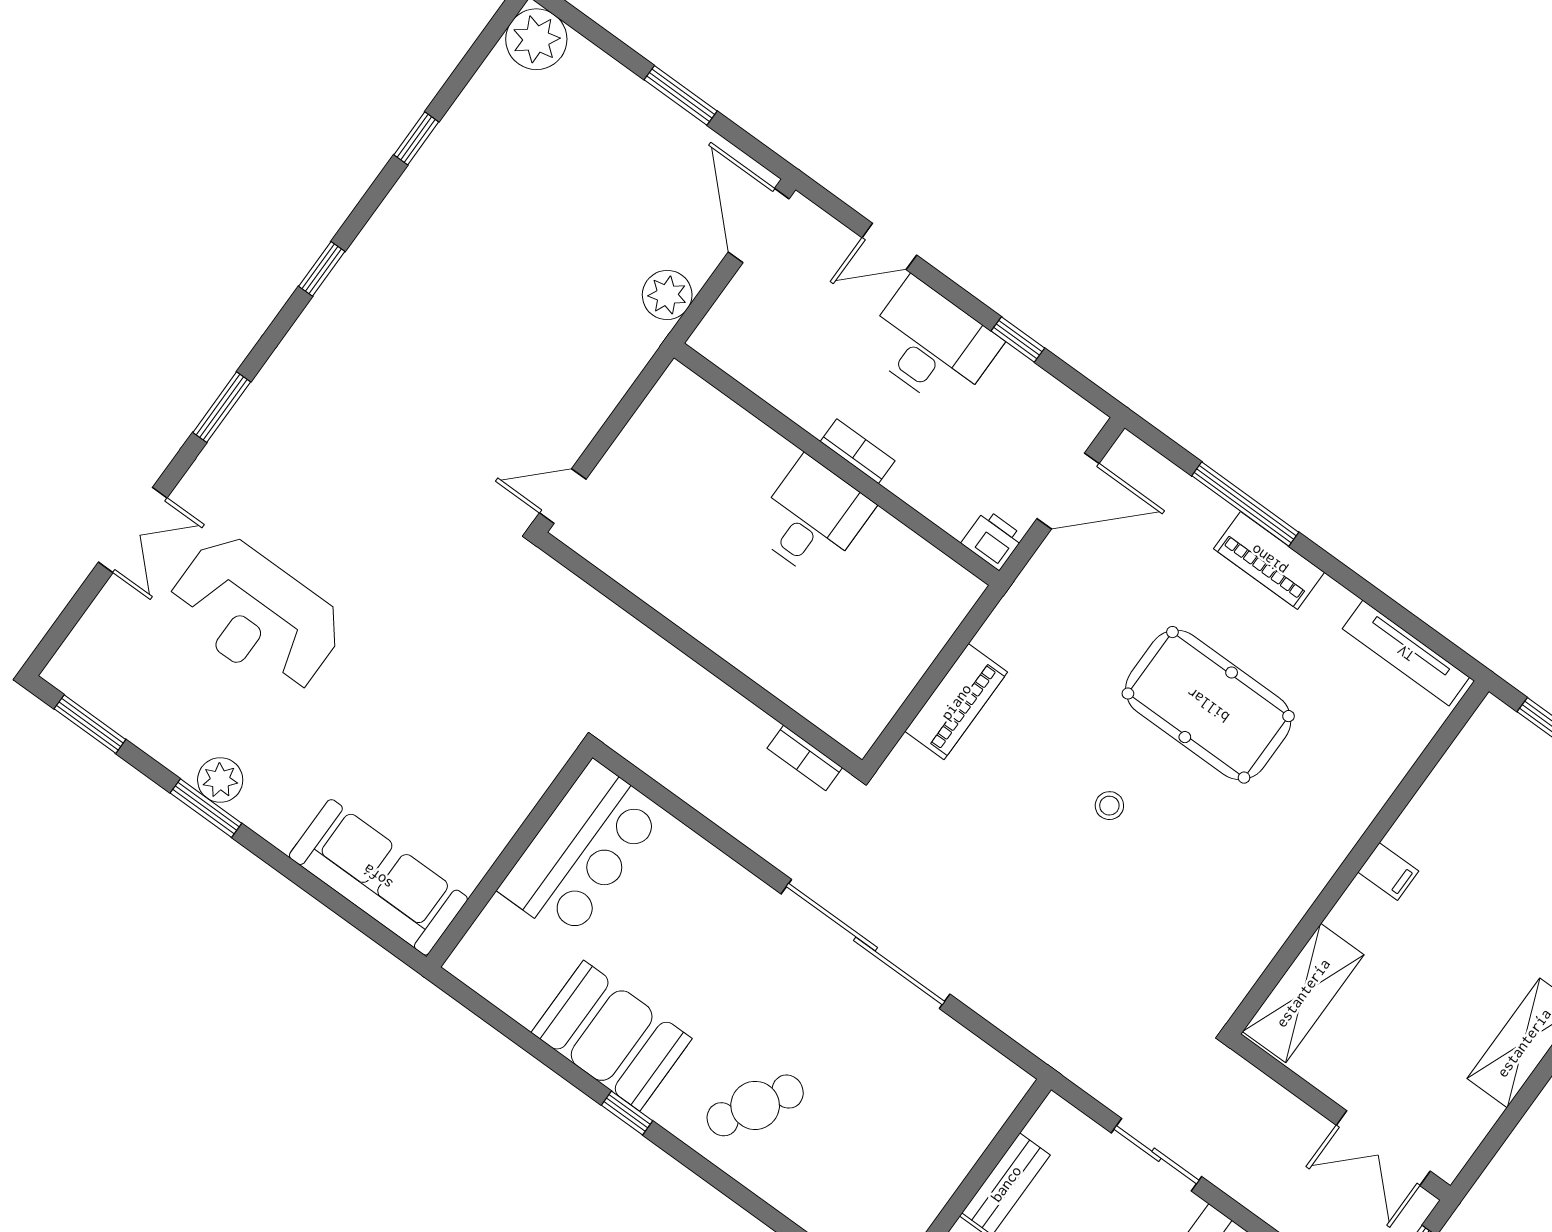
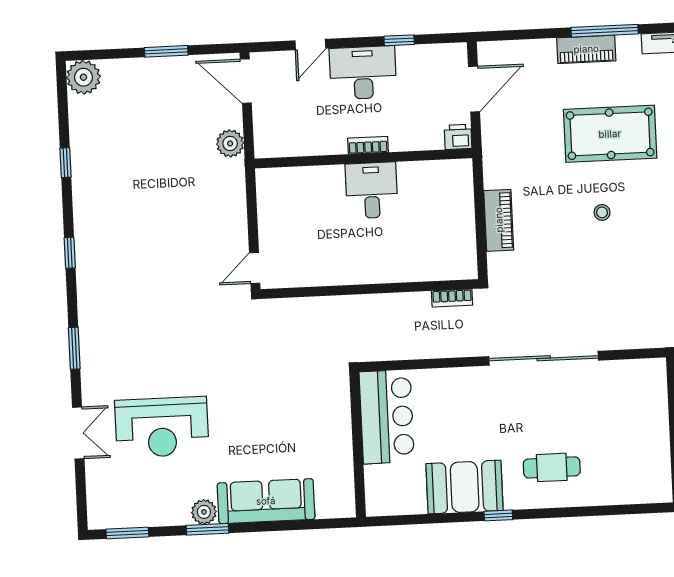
window: (1245, 504) -> (605, 31), moved
sofa: (378, 877) -> (266, 501), moved
cafe table: (755, 1105) -> (552, 467), turned 59

